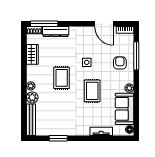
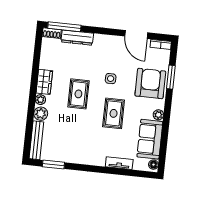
wardrobe: (32, 54) -> (44, 82), moved
window: (136, 56) -> (171, 77), width x0.69
armchair: (120, 63) -> (150, 83), width x1.88, depth x1.88
window: (58, 138) -> (53, 164), moved

